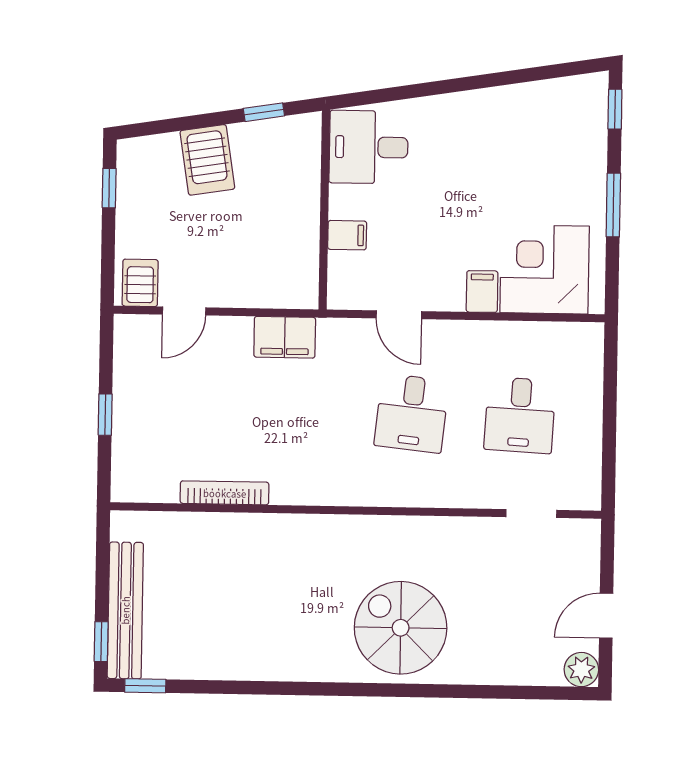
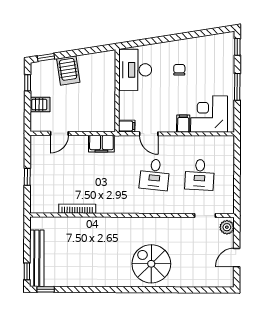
window: (264, 112) -> (46, 57), moved
desk: (369, 147) -> (135, 70), width x1.37
chair: (475, 162) -> (179, 70), added
filing cabinet: (347, 235) -> (127, 126), moved
server rack: (140, 283) -> (40, 105), moved, turned 90
plant: (581, 670) -> (227, 227), moved

